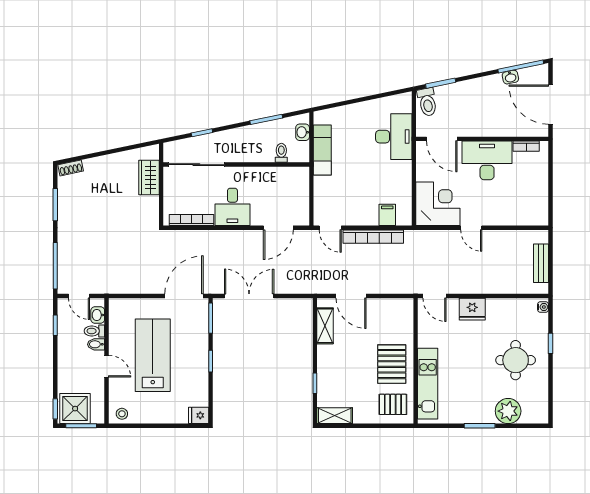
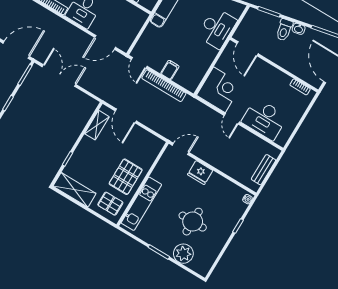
washbasin: (510, 77) -> (299, 29), moved
toilet: (427, 102) -> (284, 30), moved
desk: (487, 160) -> (264, 119), moved, turned 180
filing cabinet: (387, 215) -> (170, 70), moved
door: (434, 296) -> (181, 149), swing flipped
round table: (516, 360) -> (193, 222), moved
shelving: (335, 416) -> (75, 190), width x1.50, depth x1.33

